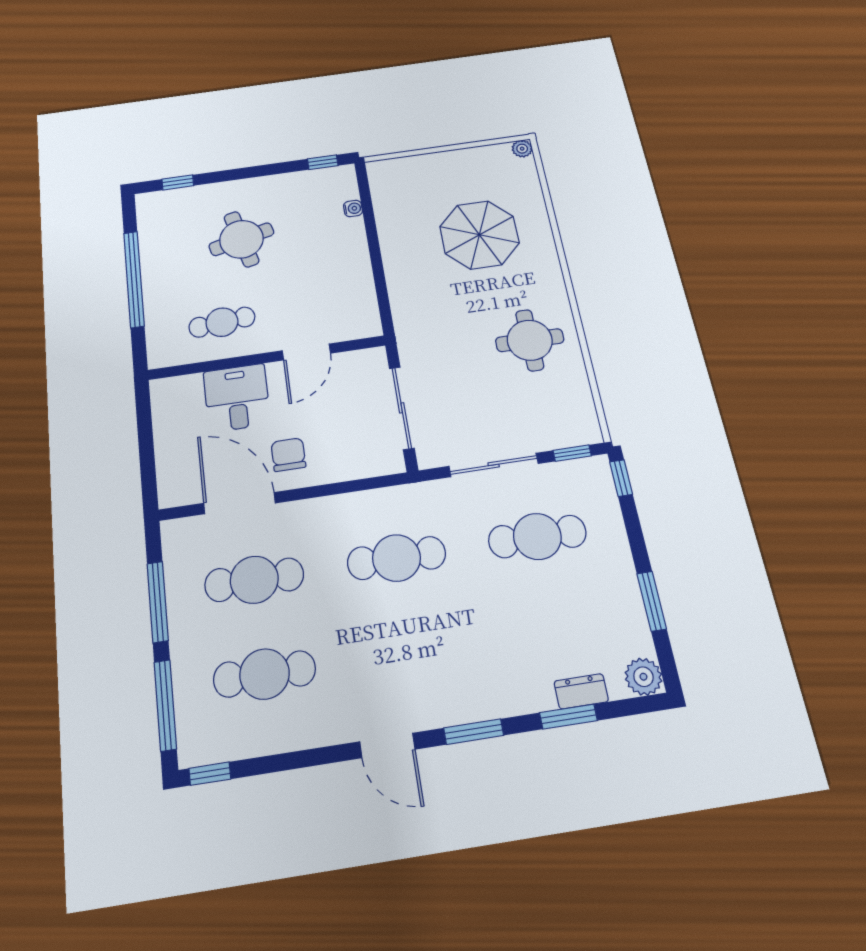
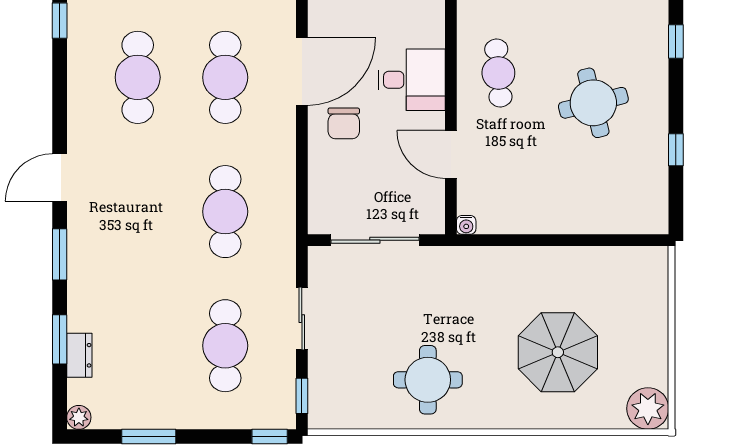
plant: (522, 149) -> (648, 409), width x1.88, depth x1.88
window: (323, 162) -> (676, 150), moved
water cooler: (353, 208) -> (466, 225), moved
chair: (288, 455) -> (344, 123), turned 90
sliding door: (494, 465) -> (302, 319), width x0.73
plant: (643, 677) -> (79, 417), width x0.73, depth x0.73

